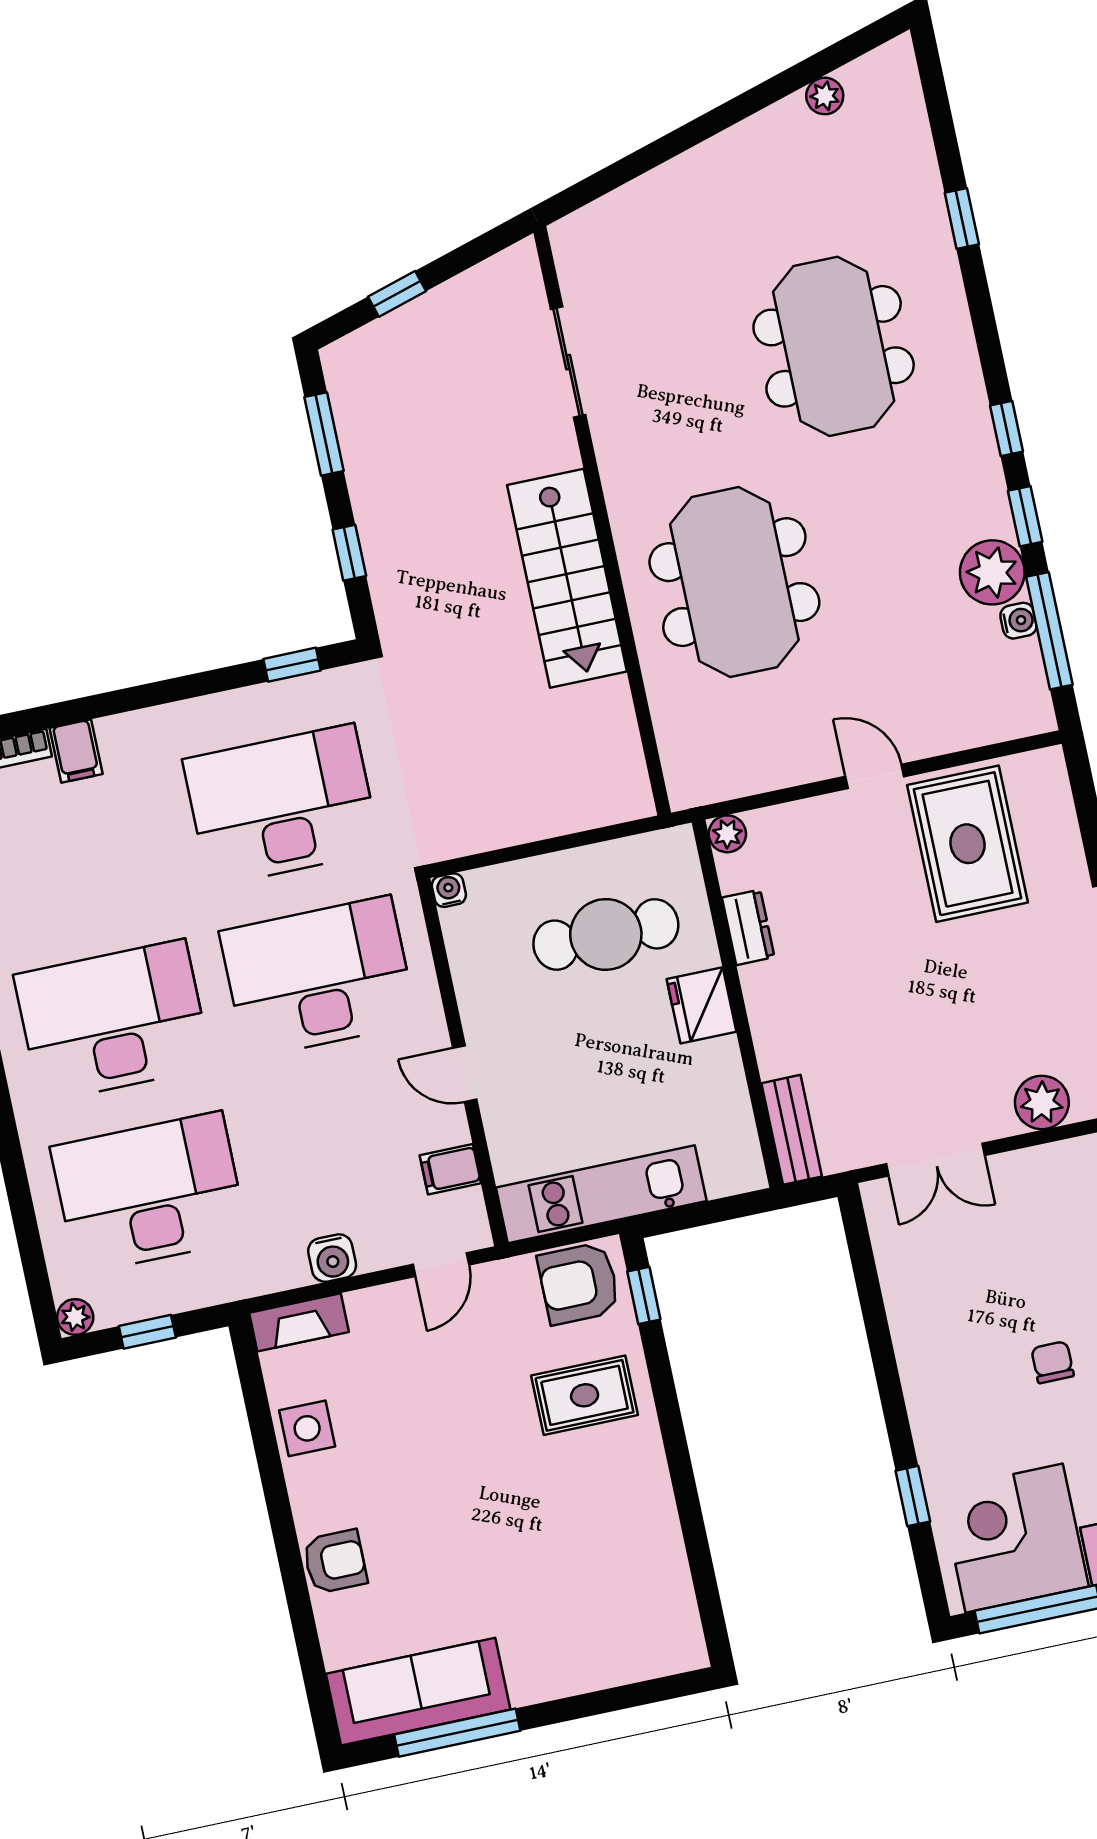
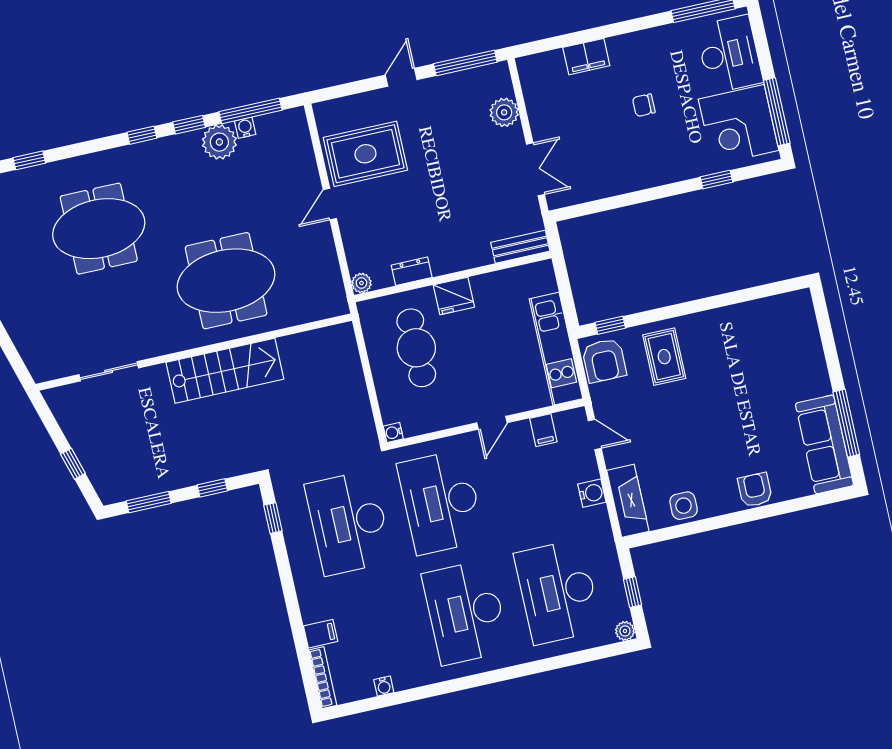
fireplace: (299, 1322) -> (628, 501), width x1.37, depth x1.32

